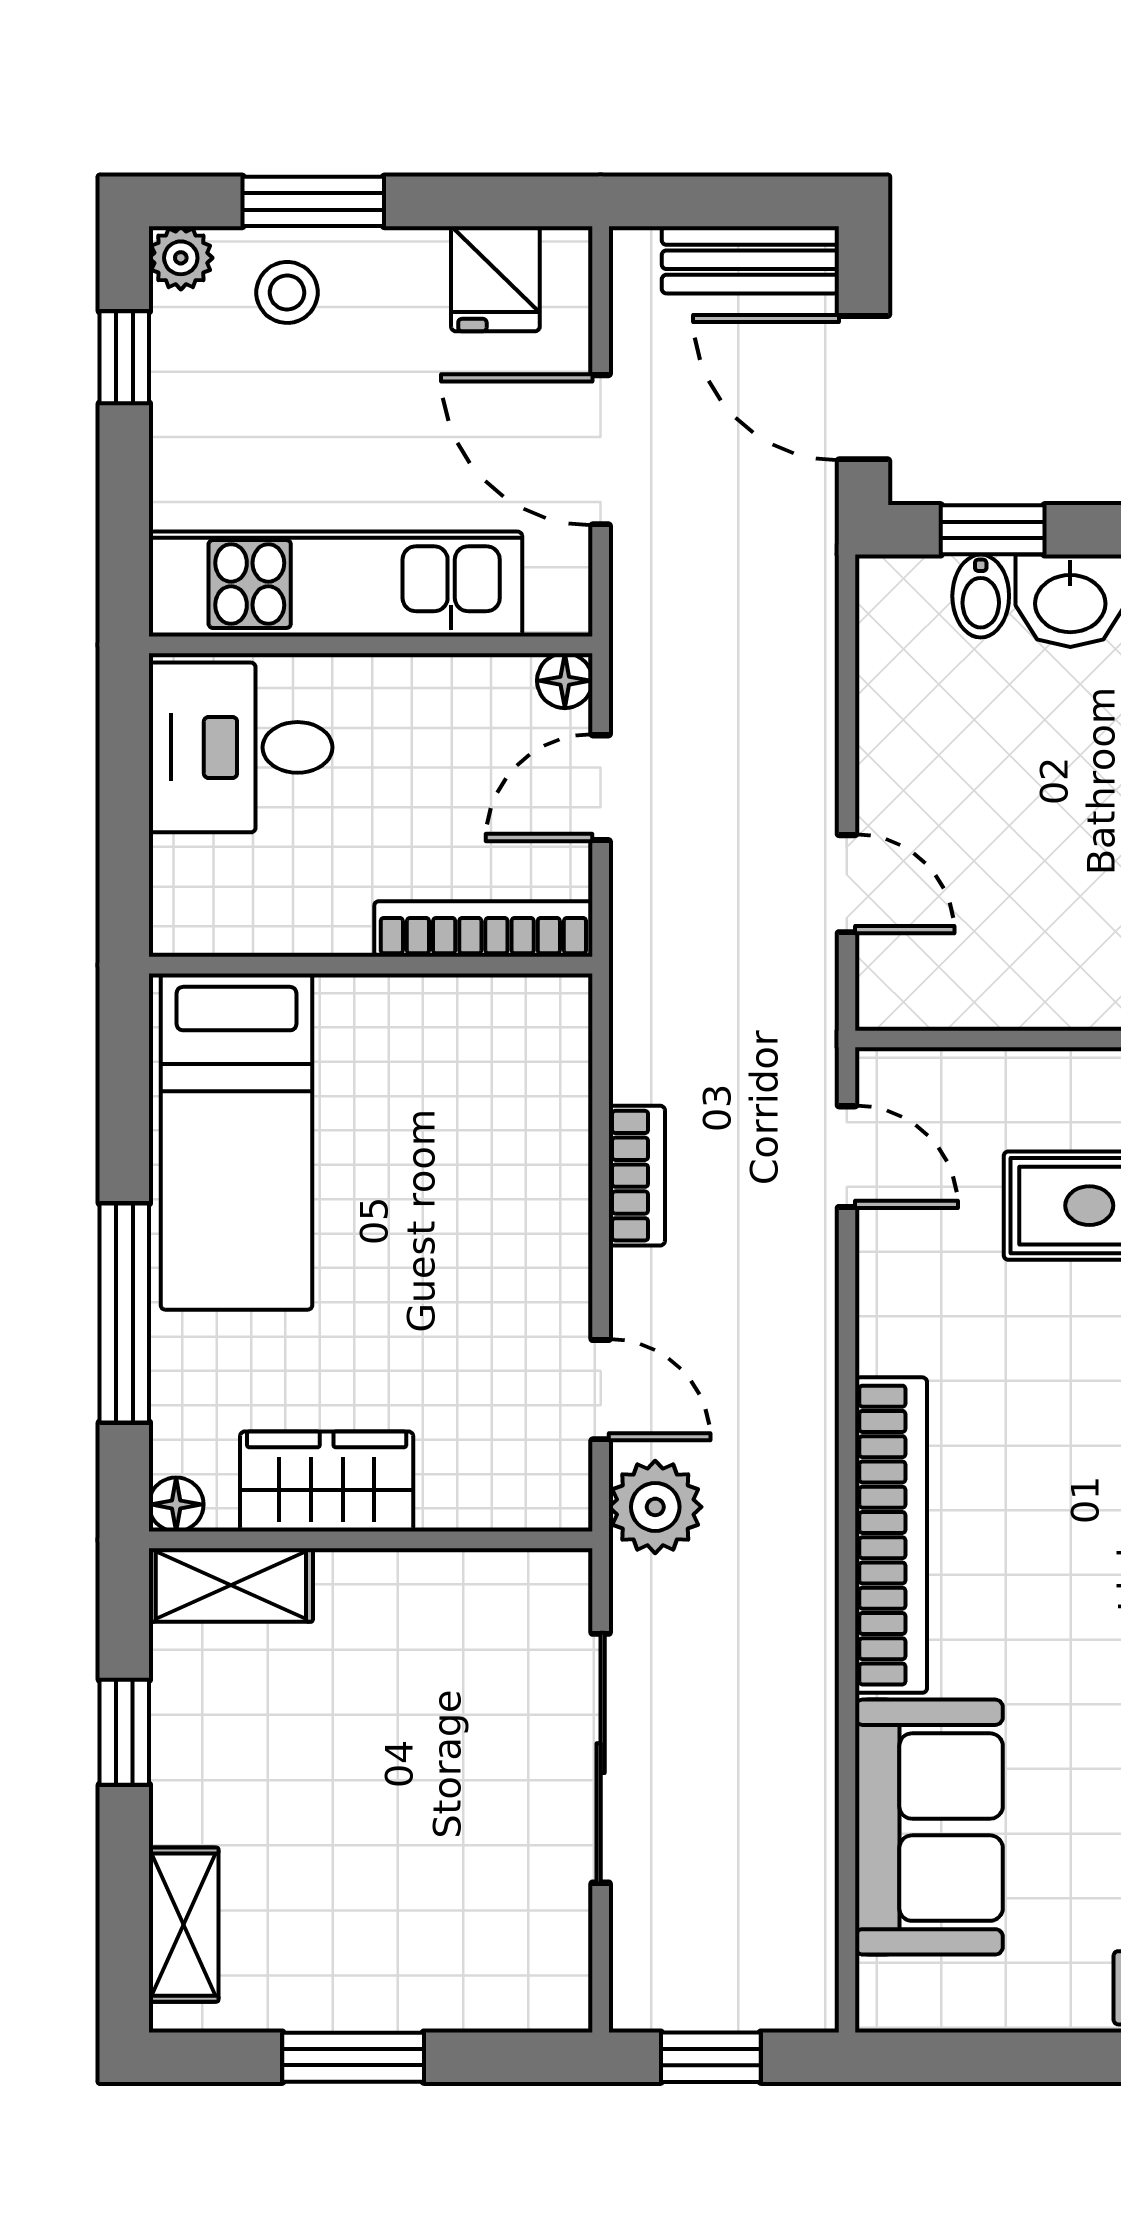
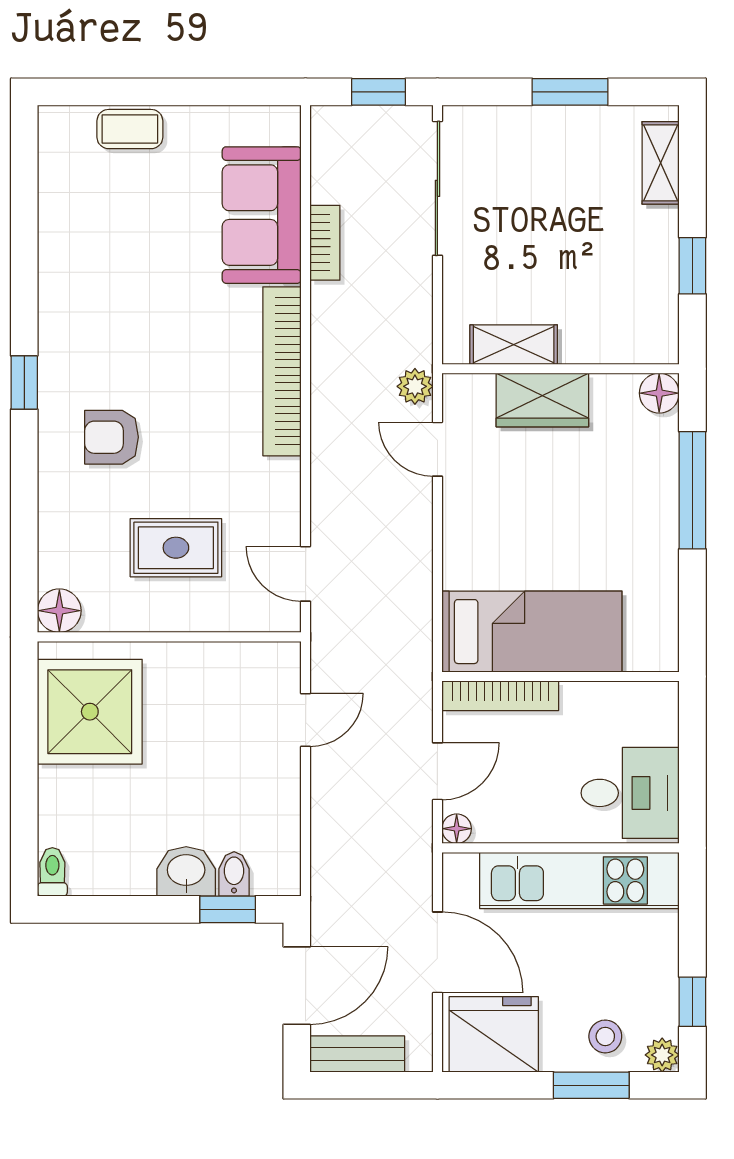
fridge: (495, 279) -> (494, 1034), width x1.88, depth x1.34
door: (863, 388) -> (297, 986), hinge flipped
door: (847, 884) -> (306, 720), swing flipped
bed: (237, 1142) -> (532, 632), moved, turned 90
bookcase: (637, 1176) -> (325, 243), moved, turned 180
wardrobe: (327, 1482) -> (542, 400), moved
floor lamp: (176, 1504) -> (659, 393), width x1.37, depth x1.37
plant: (655, 1507) -> (415, 386), width x0.73, depth x0.73
shelving: (231, 1585) -> (514, 345), moved
sliding door: (601, 1758) -> (437, 188), moved

